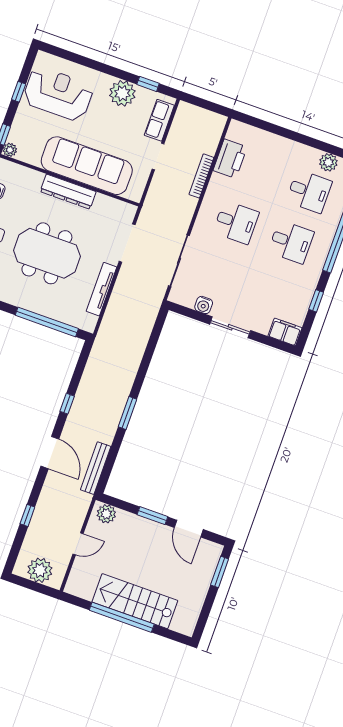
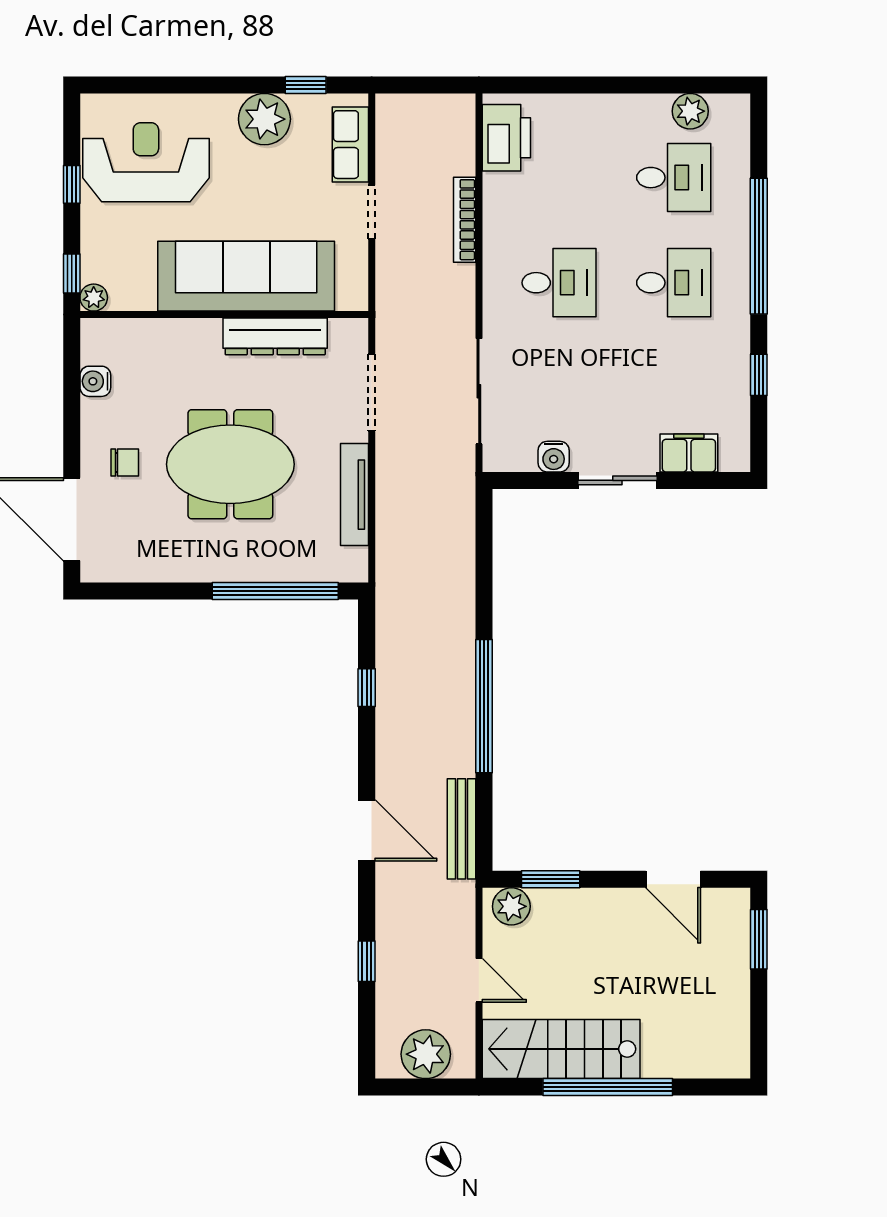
printer: (230, 159) -> (506, 138), moved
dresser: (68, 192) -> (275, 336), moved
filing cabinet: (285, 332) -> (689, 453), moved
window: (67, 404) -> (367, 688), moved
window: (127, 413) -> (484, 706), width x2.11
window: (152, 516) -> (551, 879), moved
door: (78, 544) -> (479, 980), hinge flipped
stairs: (135, 601) -> (561, 1049), moved

